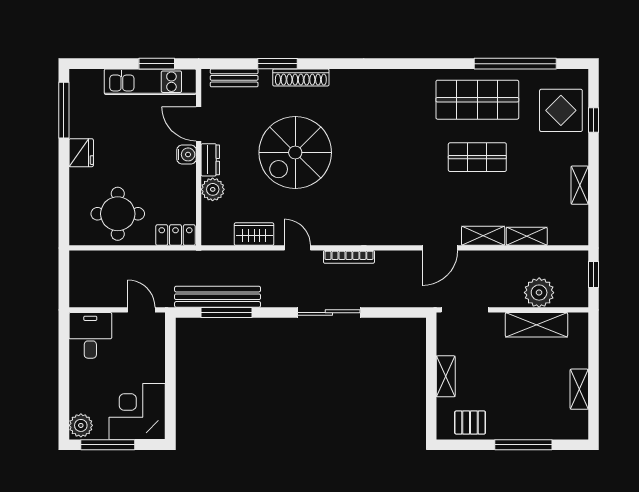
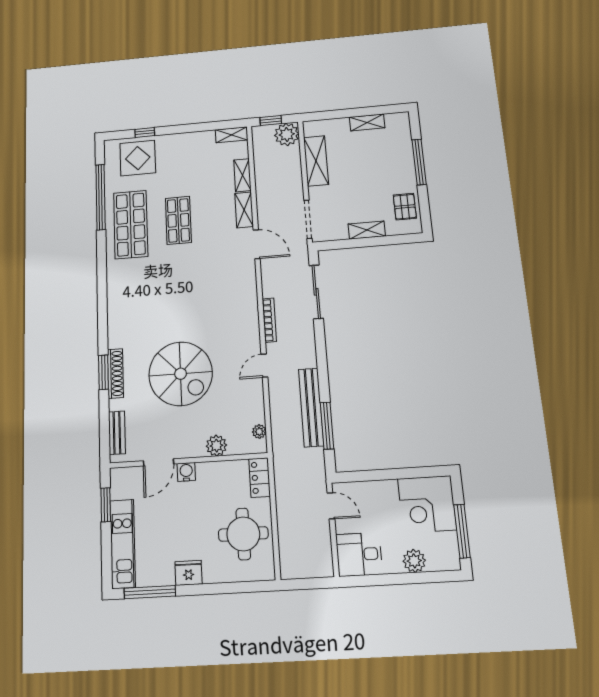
window: (278, 64) -> (103, 372), moved
kitchen unit: (150, 82) -> (123, 544), moved
dresser: (210, 160) -> (190, 450), removed
shelving: (580, 185) -> (232, 135), moved
wardrobe: (254, 234) -> (254, 405), removed
plant: (225, 238) -> (259, 432), added
plant: (539, 293) -> (287, 134), moved
bench: (218, 297) -> (311, 407), moved
door: (141, 310) -> (331, 506), swing flipped
sliding door: (329, 313) -> (316, 292), moved
plant: (81, 425) -> (414, 561), moved

